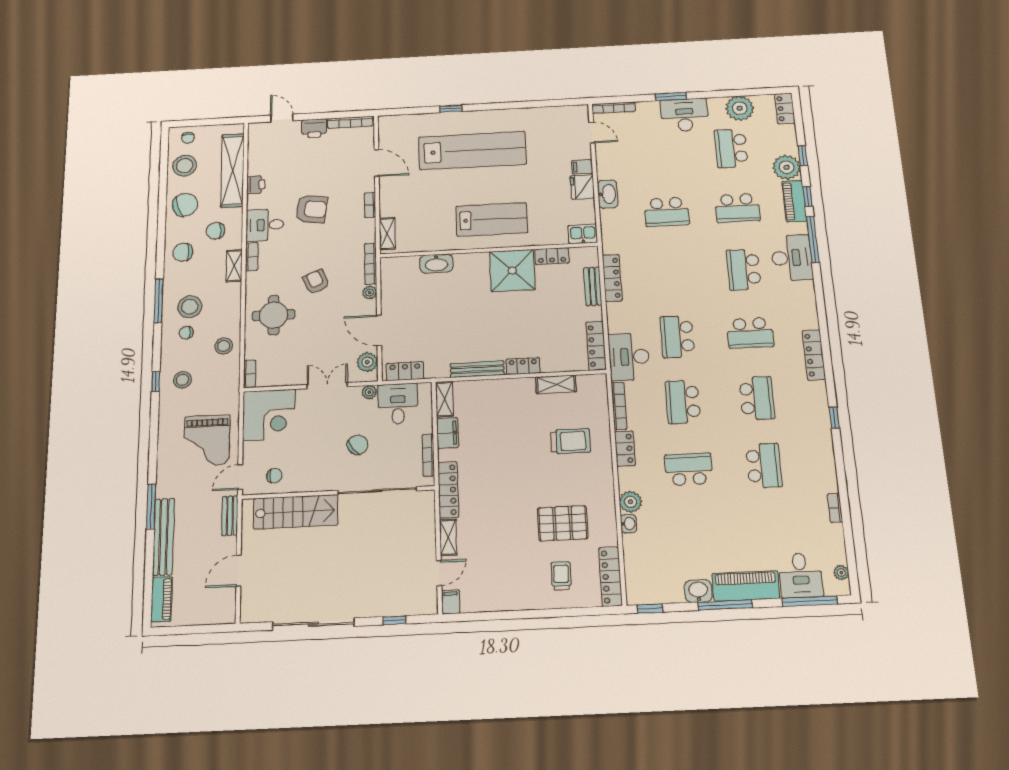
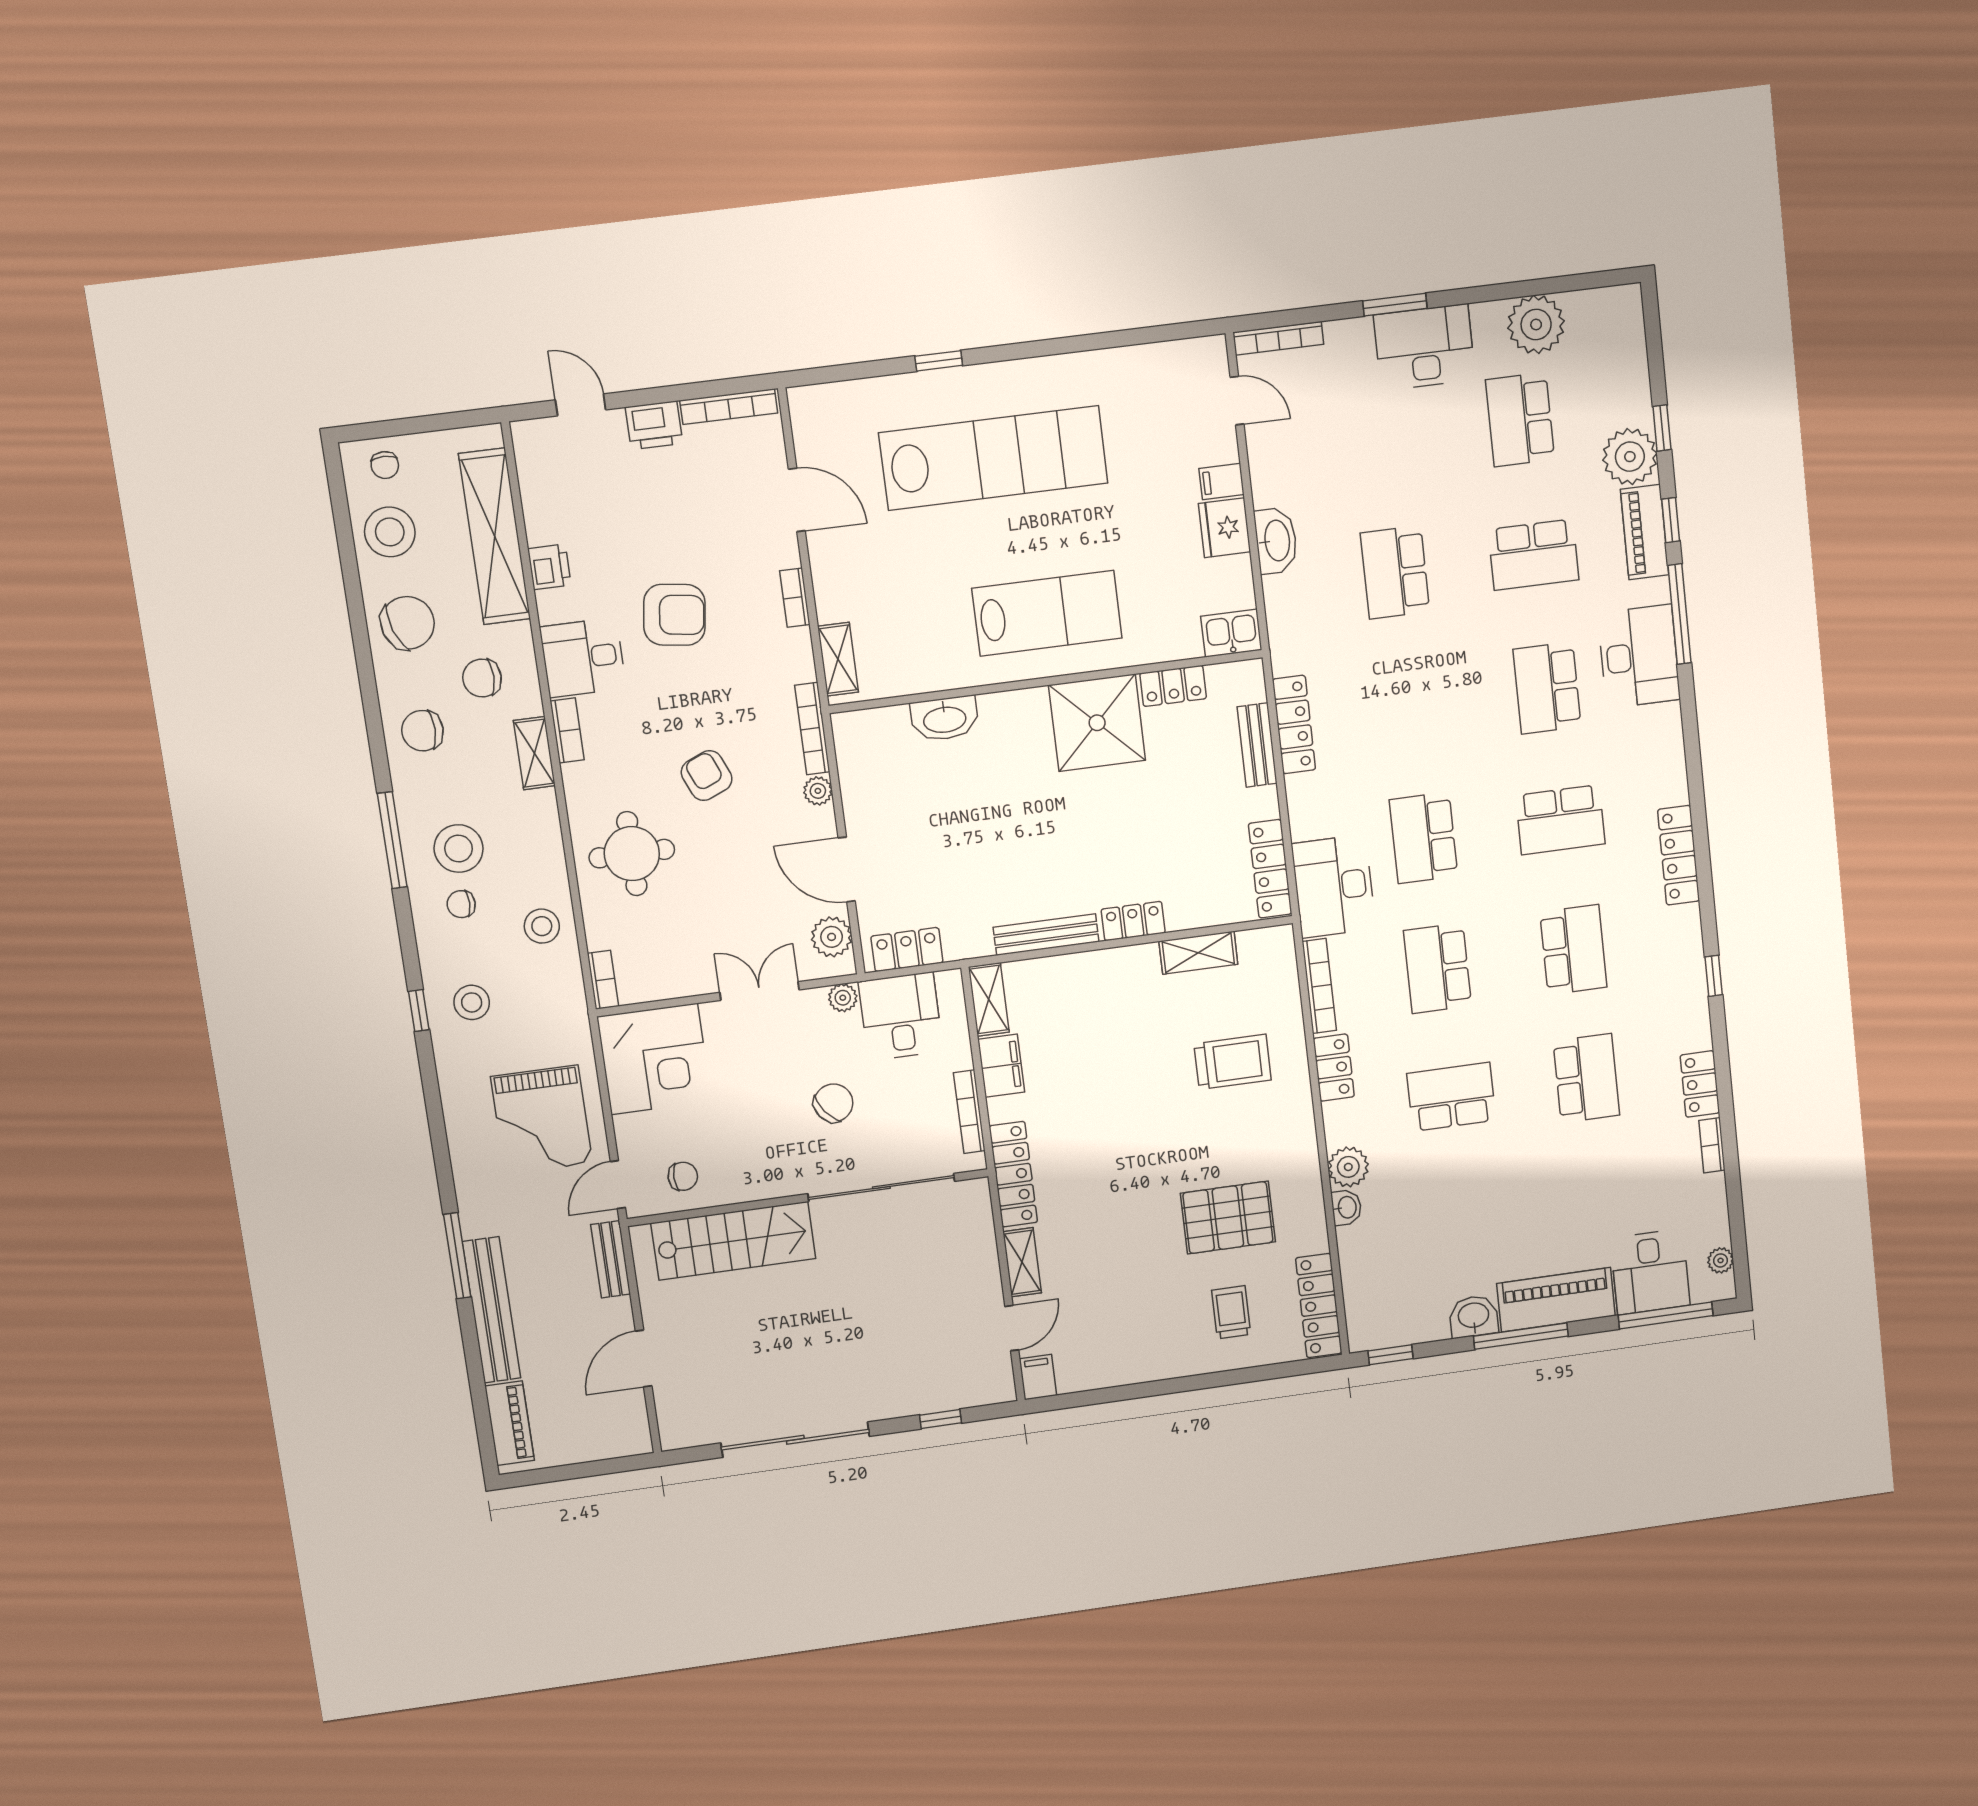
locker: (785, 108) -> (1700, 1084), moved
school desk: (667, 212) -> (1395, 572), turned 90

